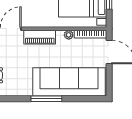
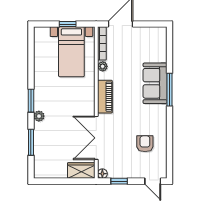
sofa: (69, 82) -> (155, 83), width x0.54, depth x0.79

